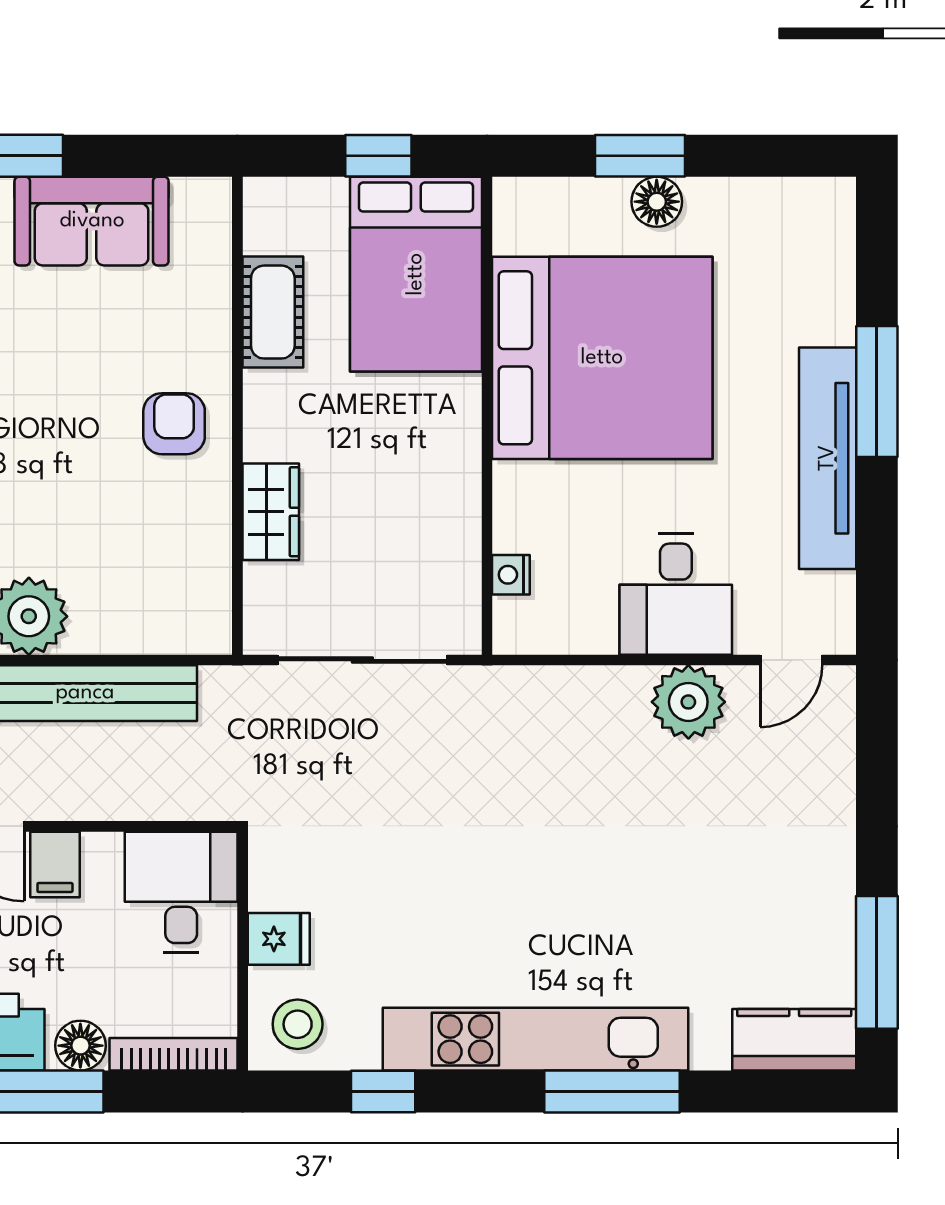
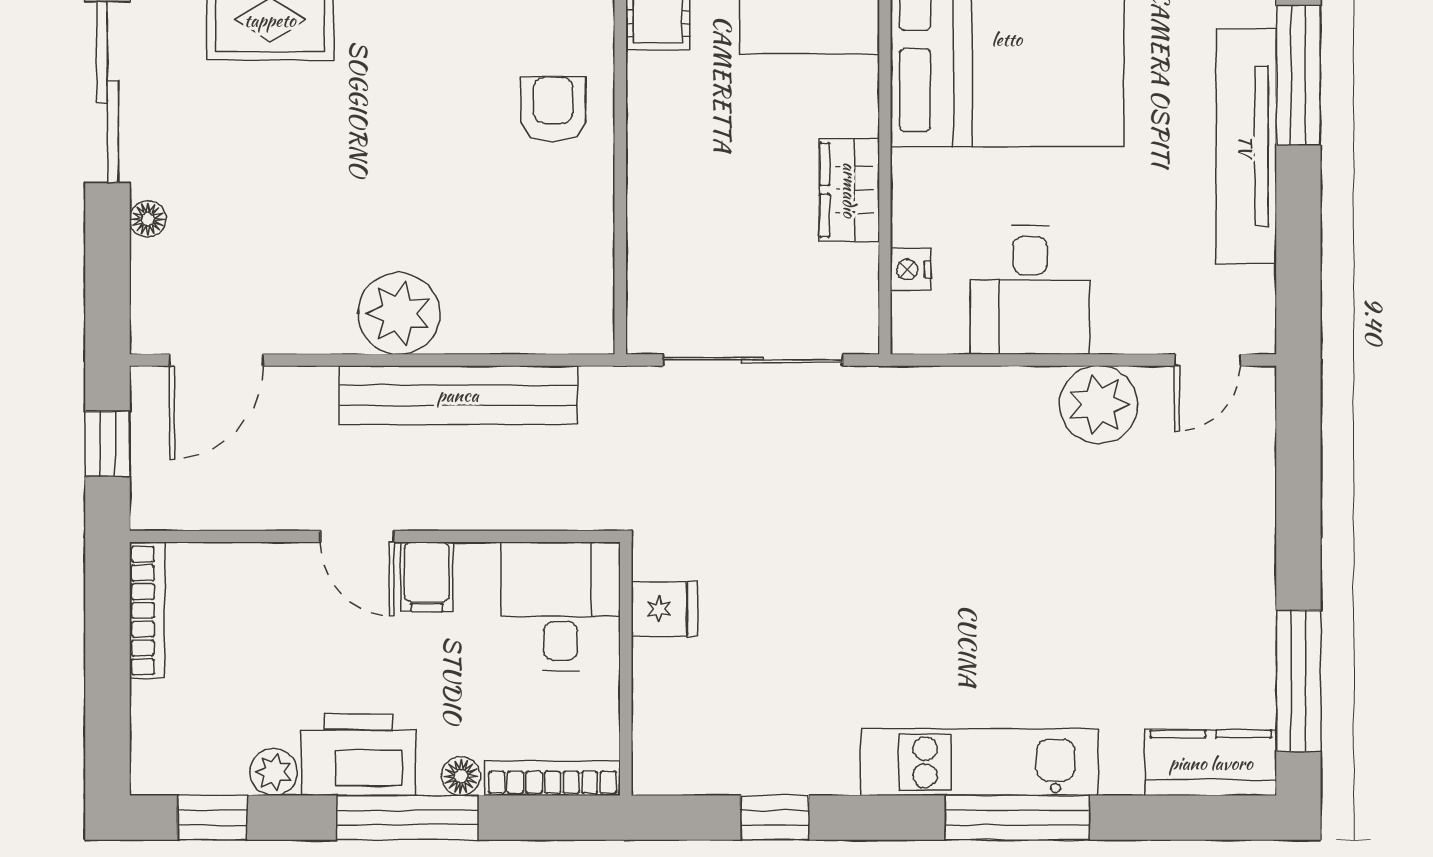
wardrobe: (271, 512) -> (850, 190), moved, turned 180
desk: (676, 594) -> (1030, 290), moved
fridge: (279, 939) -> (664, 609), moved
stool: (298, 1024) -> (684, 746), removed
kitchen unit: (536, 1039) -> (980, 762), width x0.73
floor lamp: (80, 1046) -> (461, 776), width x0.73, depth x0.73

